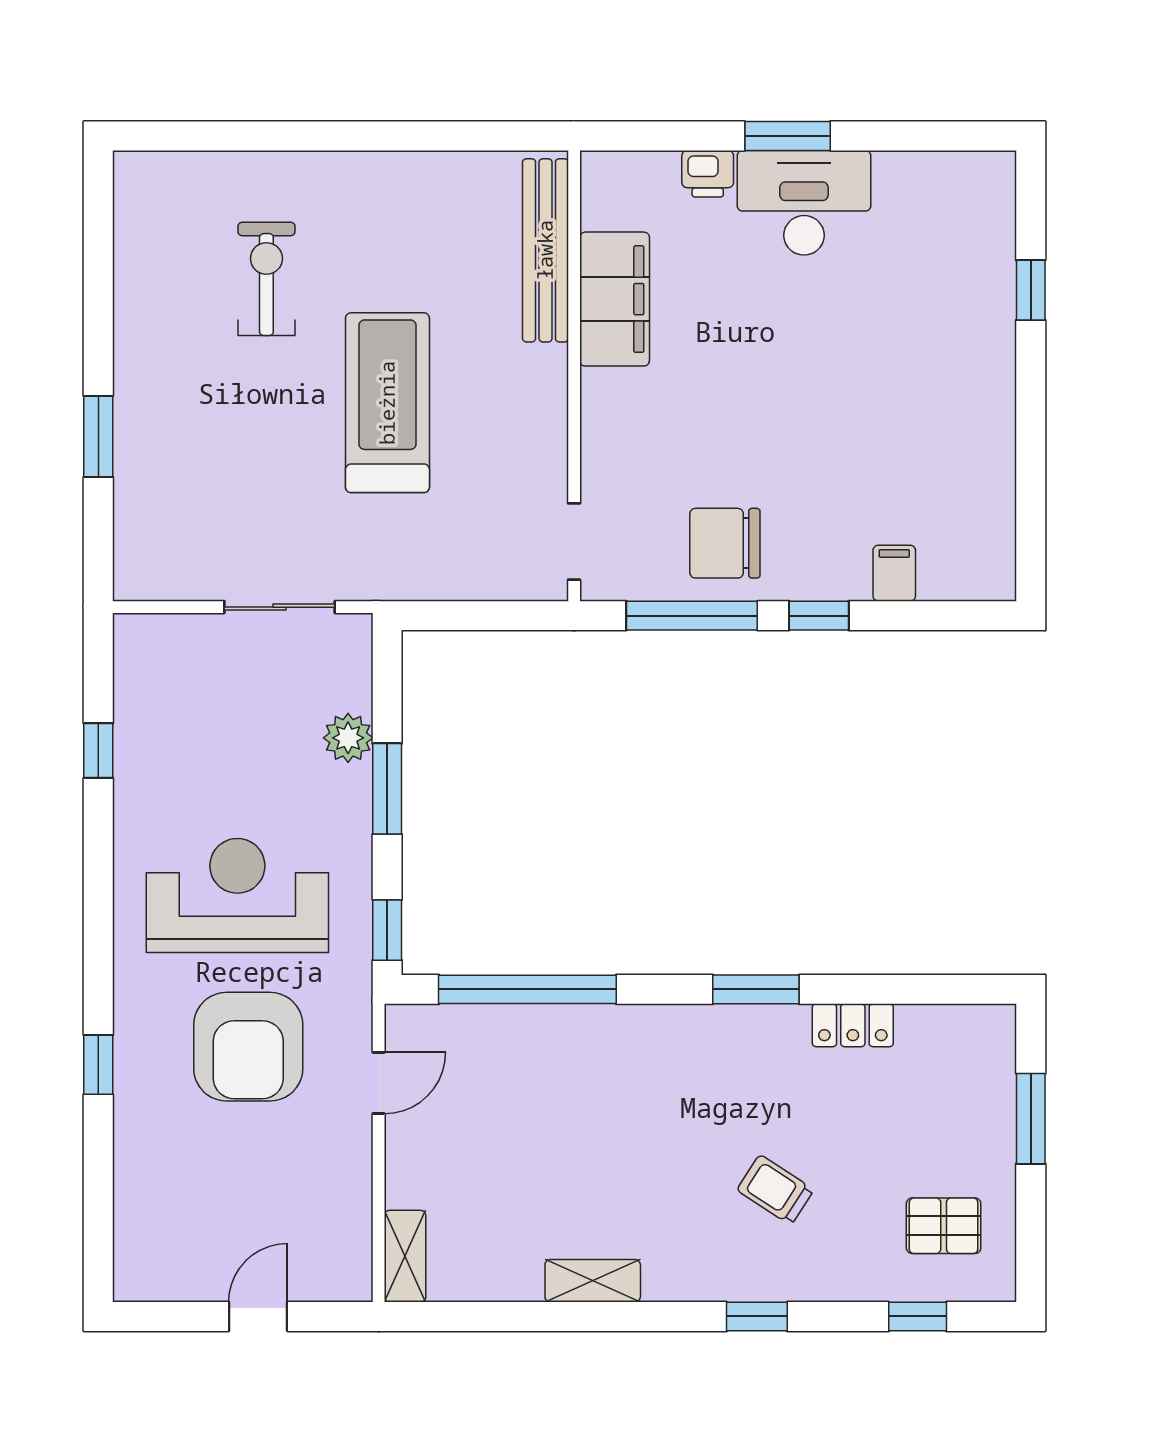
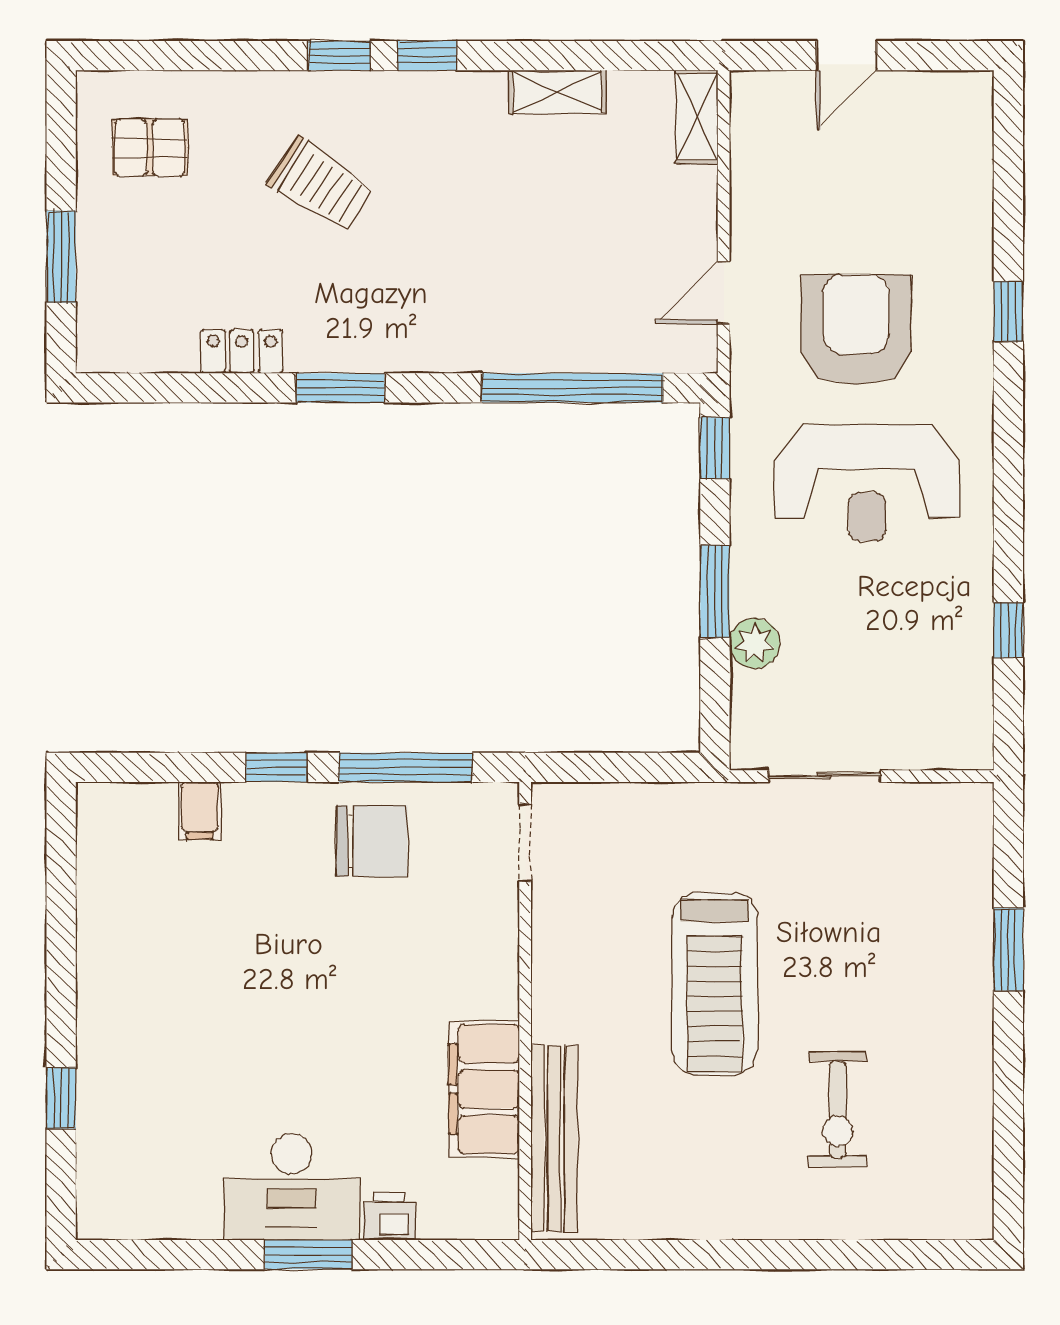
trolley: (775, 1190) -> (321, 184), width x1.36, depth x1.39
shelving: (593, 1281) -> (557, 92), moved
window: (918, 1316) -> (427, 56), moved

